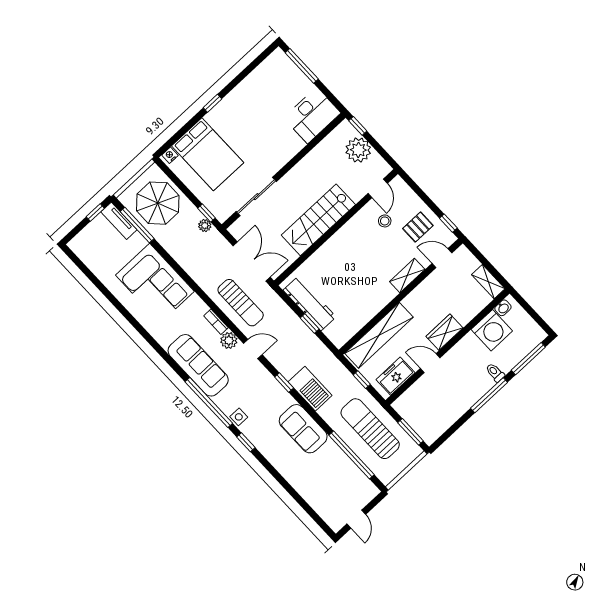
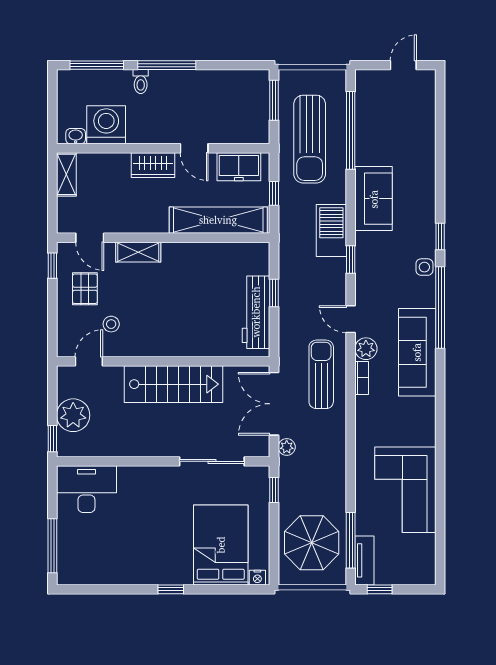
plant: (205, 225) -> (287, 447), moved
pallet: (418, 227) -> (85, 289), turned 90
corner sofa: (155, 283) -> (405, 490), moved, turned 180

